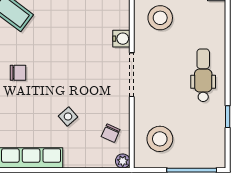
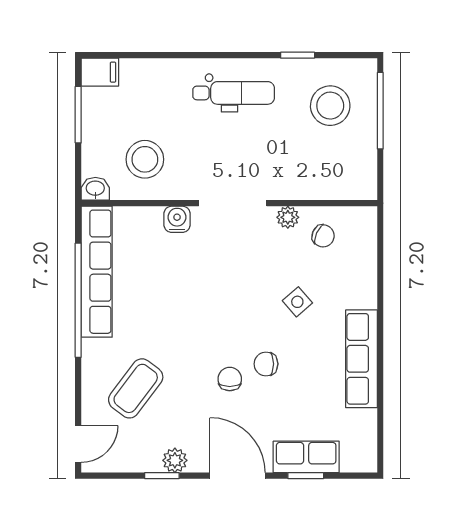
dental chair: (203, 75) -> (234, 93), turned 180
chair: (28, 96) -> (266, 364), added
stool: (160, 139) -> (330, 106), moved
plant: (123, 161) -> (288, 217), moved

